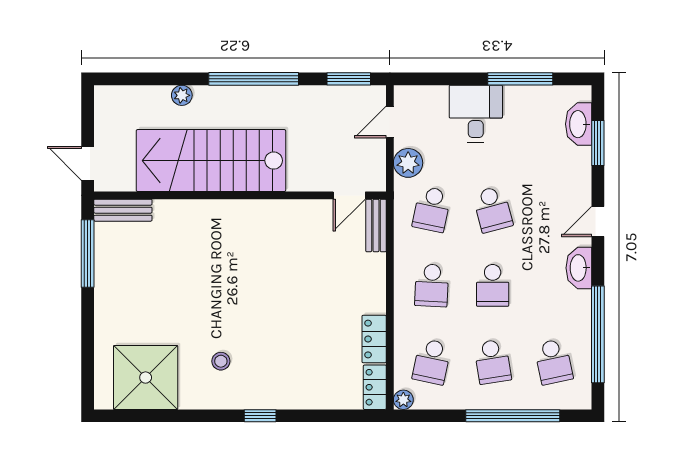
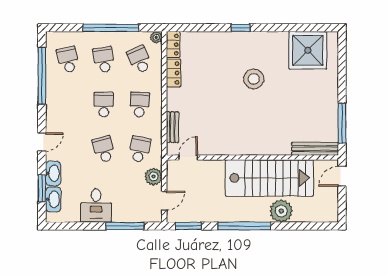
window: (520, 79) -> (125, 226), moved
plant: (182, 95) -> (281, 211), width x1.87, depth x1.87
desk: (476, 114) -> (96, 206), moved
door: (88, 163) -> (342, 176), swing flipped
bench: (123, 210) -> (315, 149), width x1.36
bench: (376, 226) -> (172, 127), moved
washbasin: (579, 268) -> (53, 173), moved
stool: (221, 361) -> (254, 79), moved, width x1.89, depth x1.89
school desk: (432, 362) -> (140, 60), turned -36
window: (513, 416) -> (111, 28), moved

